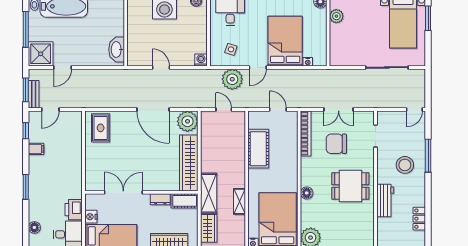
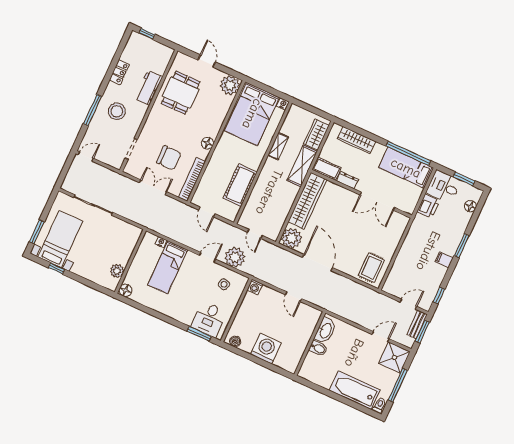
bidet: (116, 30) -> (318, 348), added
bed: (285, 41) -> (168, 267), width x0.67
filing cabinet: (36, 149) -> (444, 260), moved
dining table: (350, 186) -> (181, 93), moved, turned 90
floor lamp: (307, 193) -> (207, 143), moved
nightstand: (91, 217) -> (416, 193), removed
locker: (419, 219) -> (119, 72), moved

